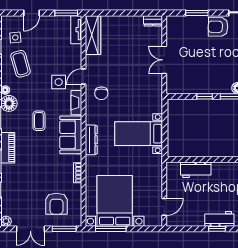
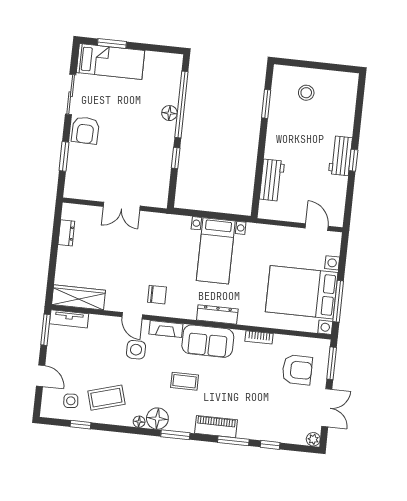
dresser: (153, 21) -> (66, 233), moved

